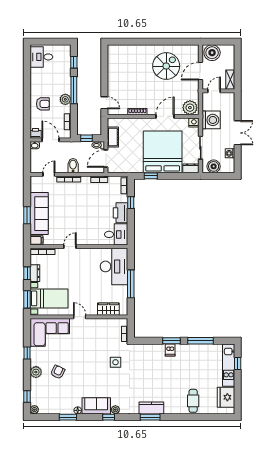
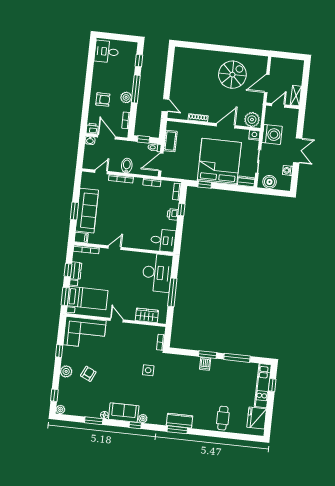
boiler: (212, 53) -> (281, 66), removed
printer: (121, 213) -> (173, 214), width x0.53, depth x0.68

